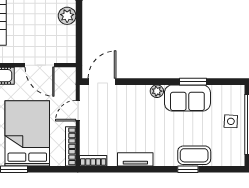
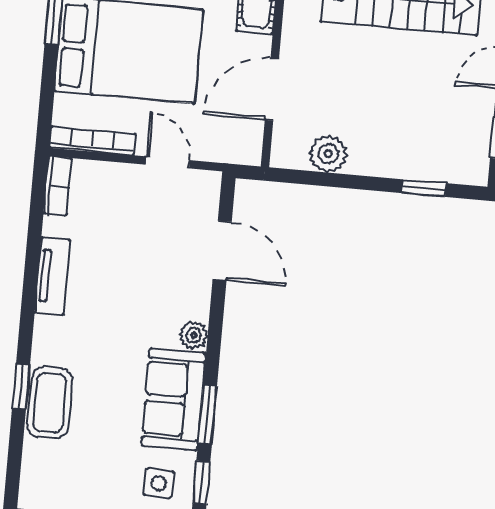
plant: (67, 16) -> (328, 154), moved
door: (102, 82) -> (222, 251), moved
window: (225, 82) -> (201, 482), added
side table: (231, 121) -> (159, 483), moved

